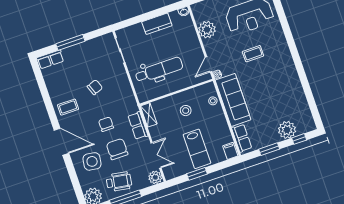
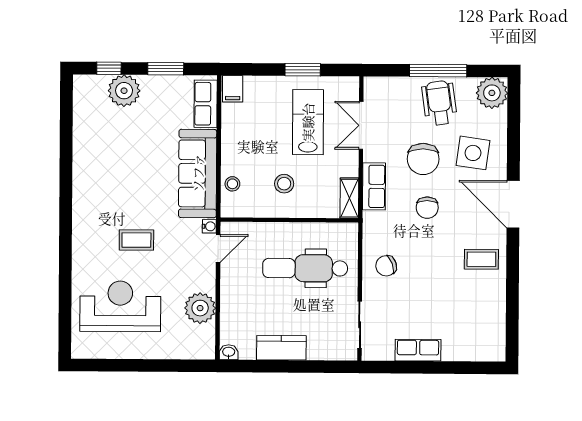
window: (70, 42) -> (439, 367), removed
row of seats: (50, 59) -> (418, 350), moved
chair: (95, 87) -> (386, 266), moved
lab bench: (197, 149) -> (308, 122), moved
plant: (155, 177) -> (375, 88), removed
wheelchair: (119, 182) -> (439, 103), turned 73

